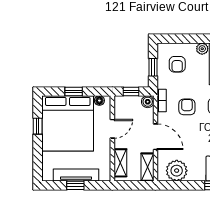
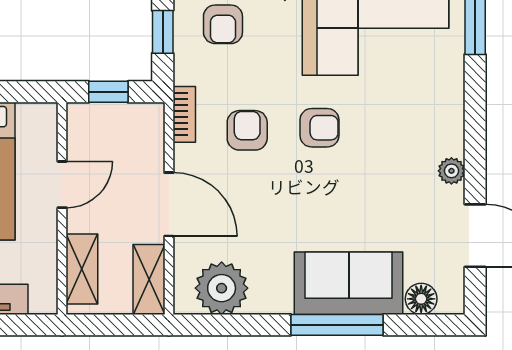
floor lamp: (99, 101) -> (30, 114), removed
boiler: (148, 102) -> (150, 117), removed

